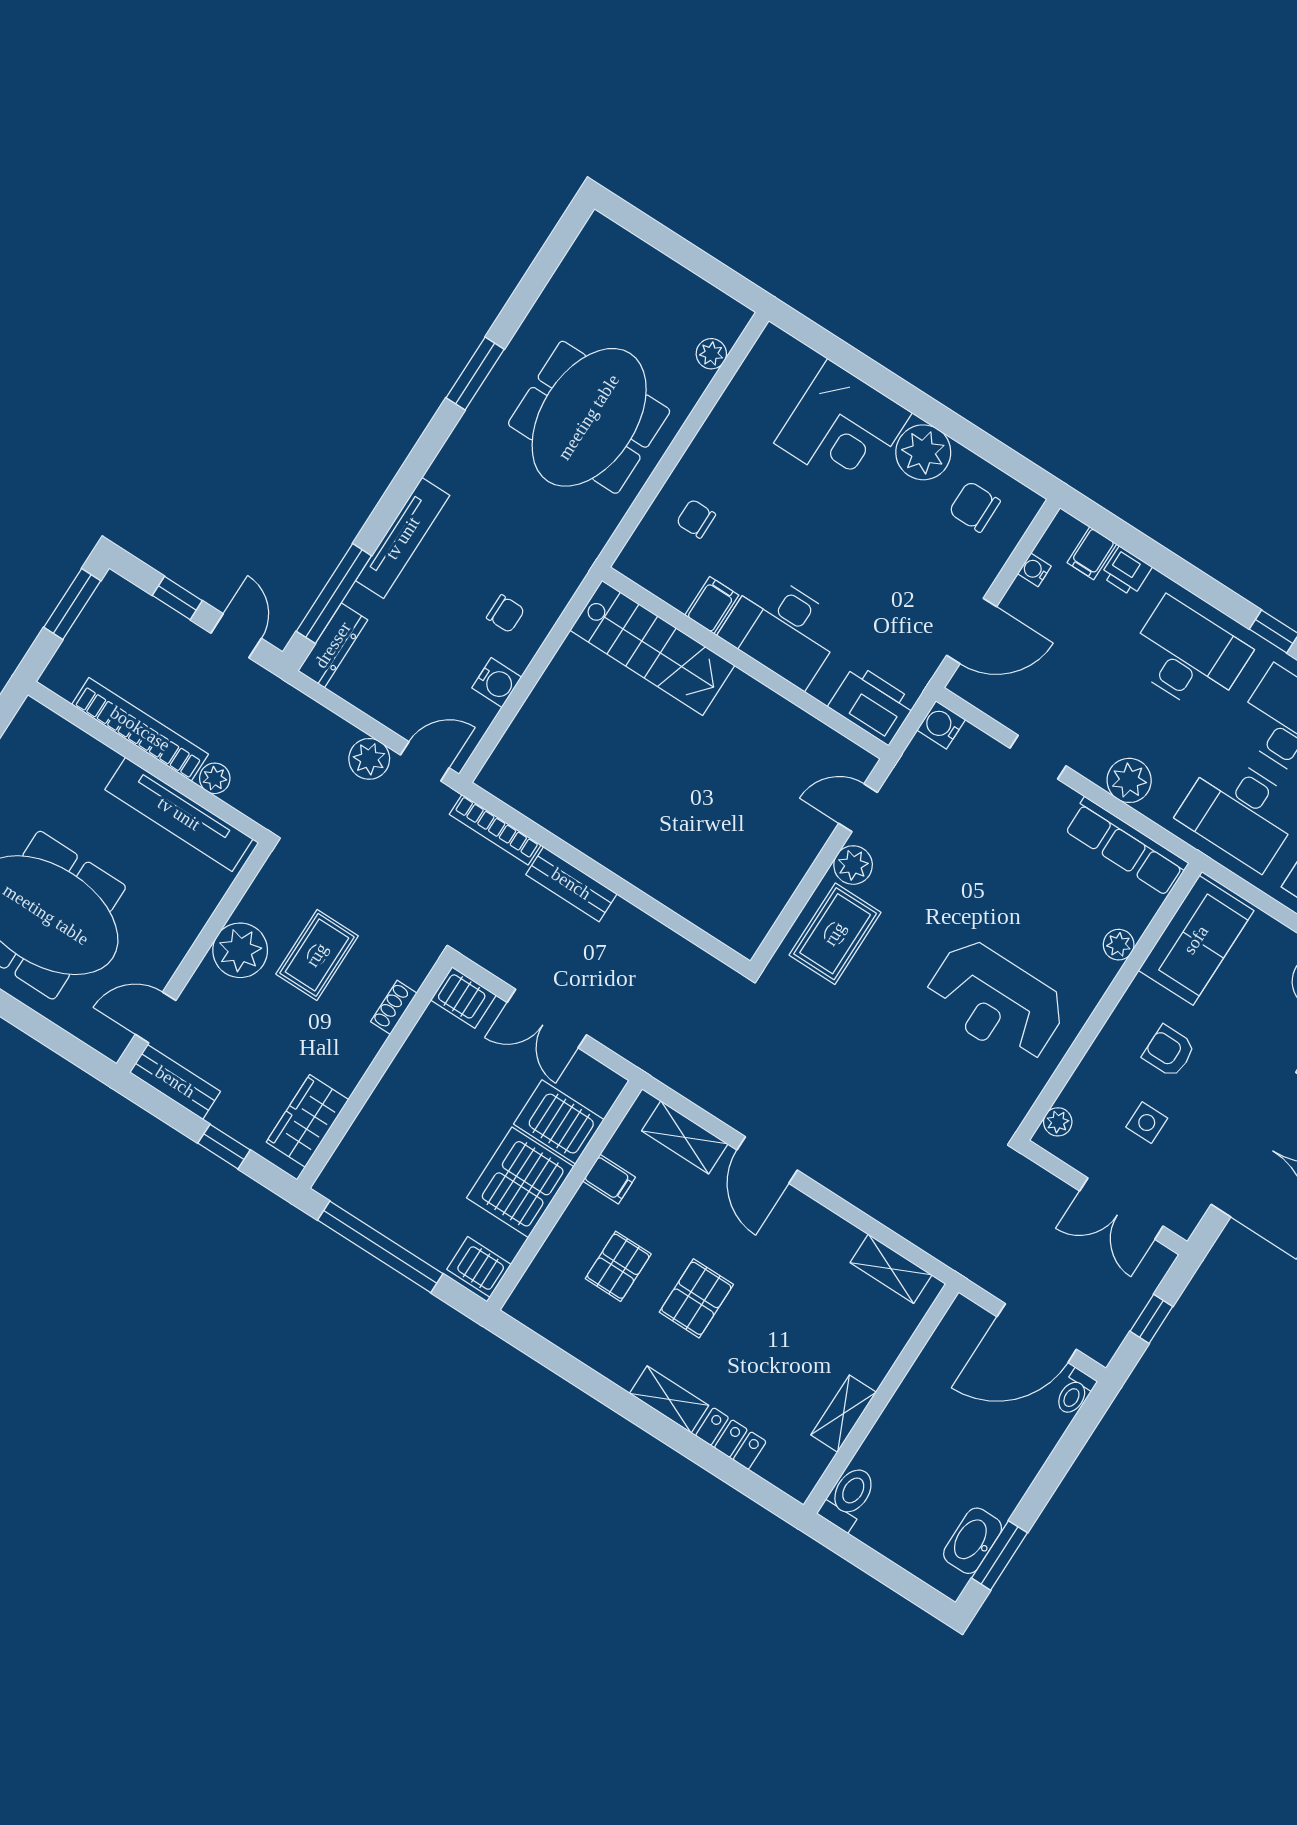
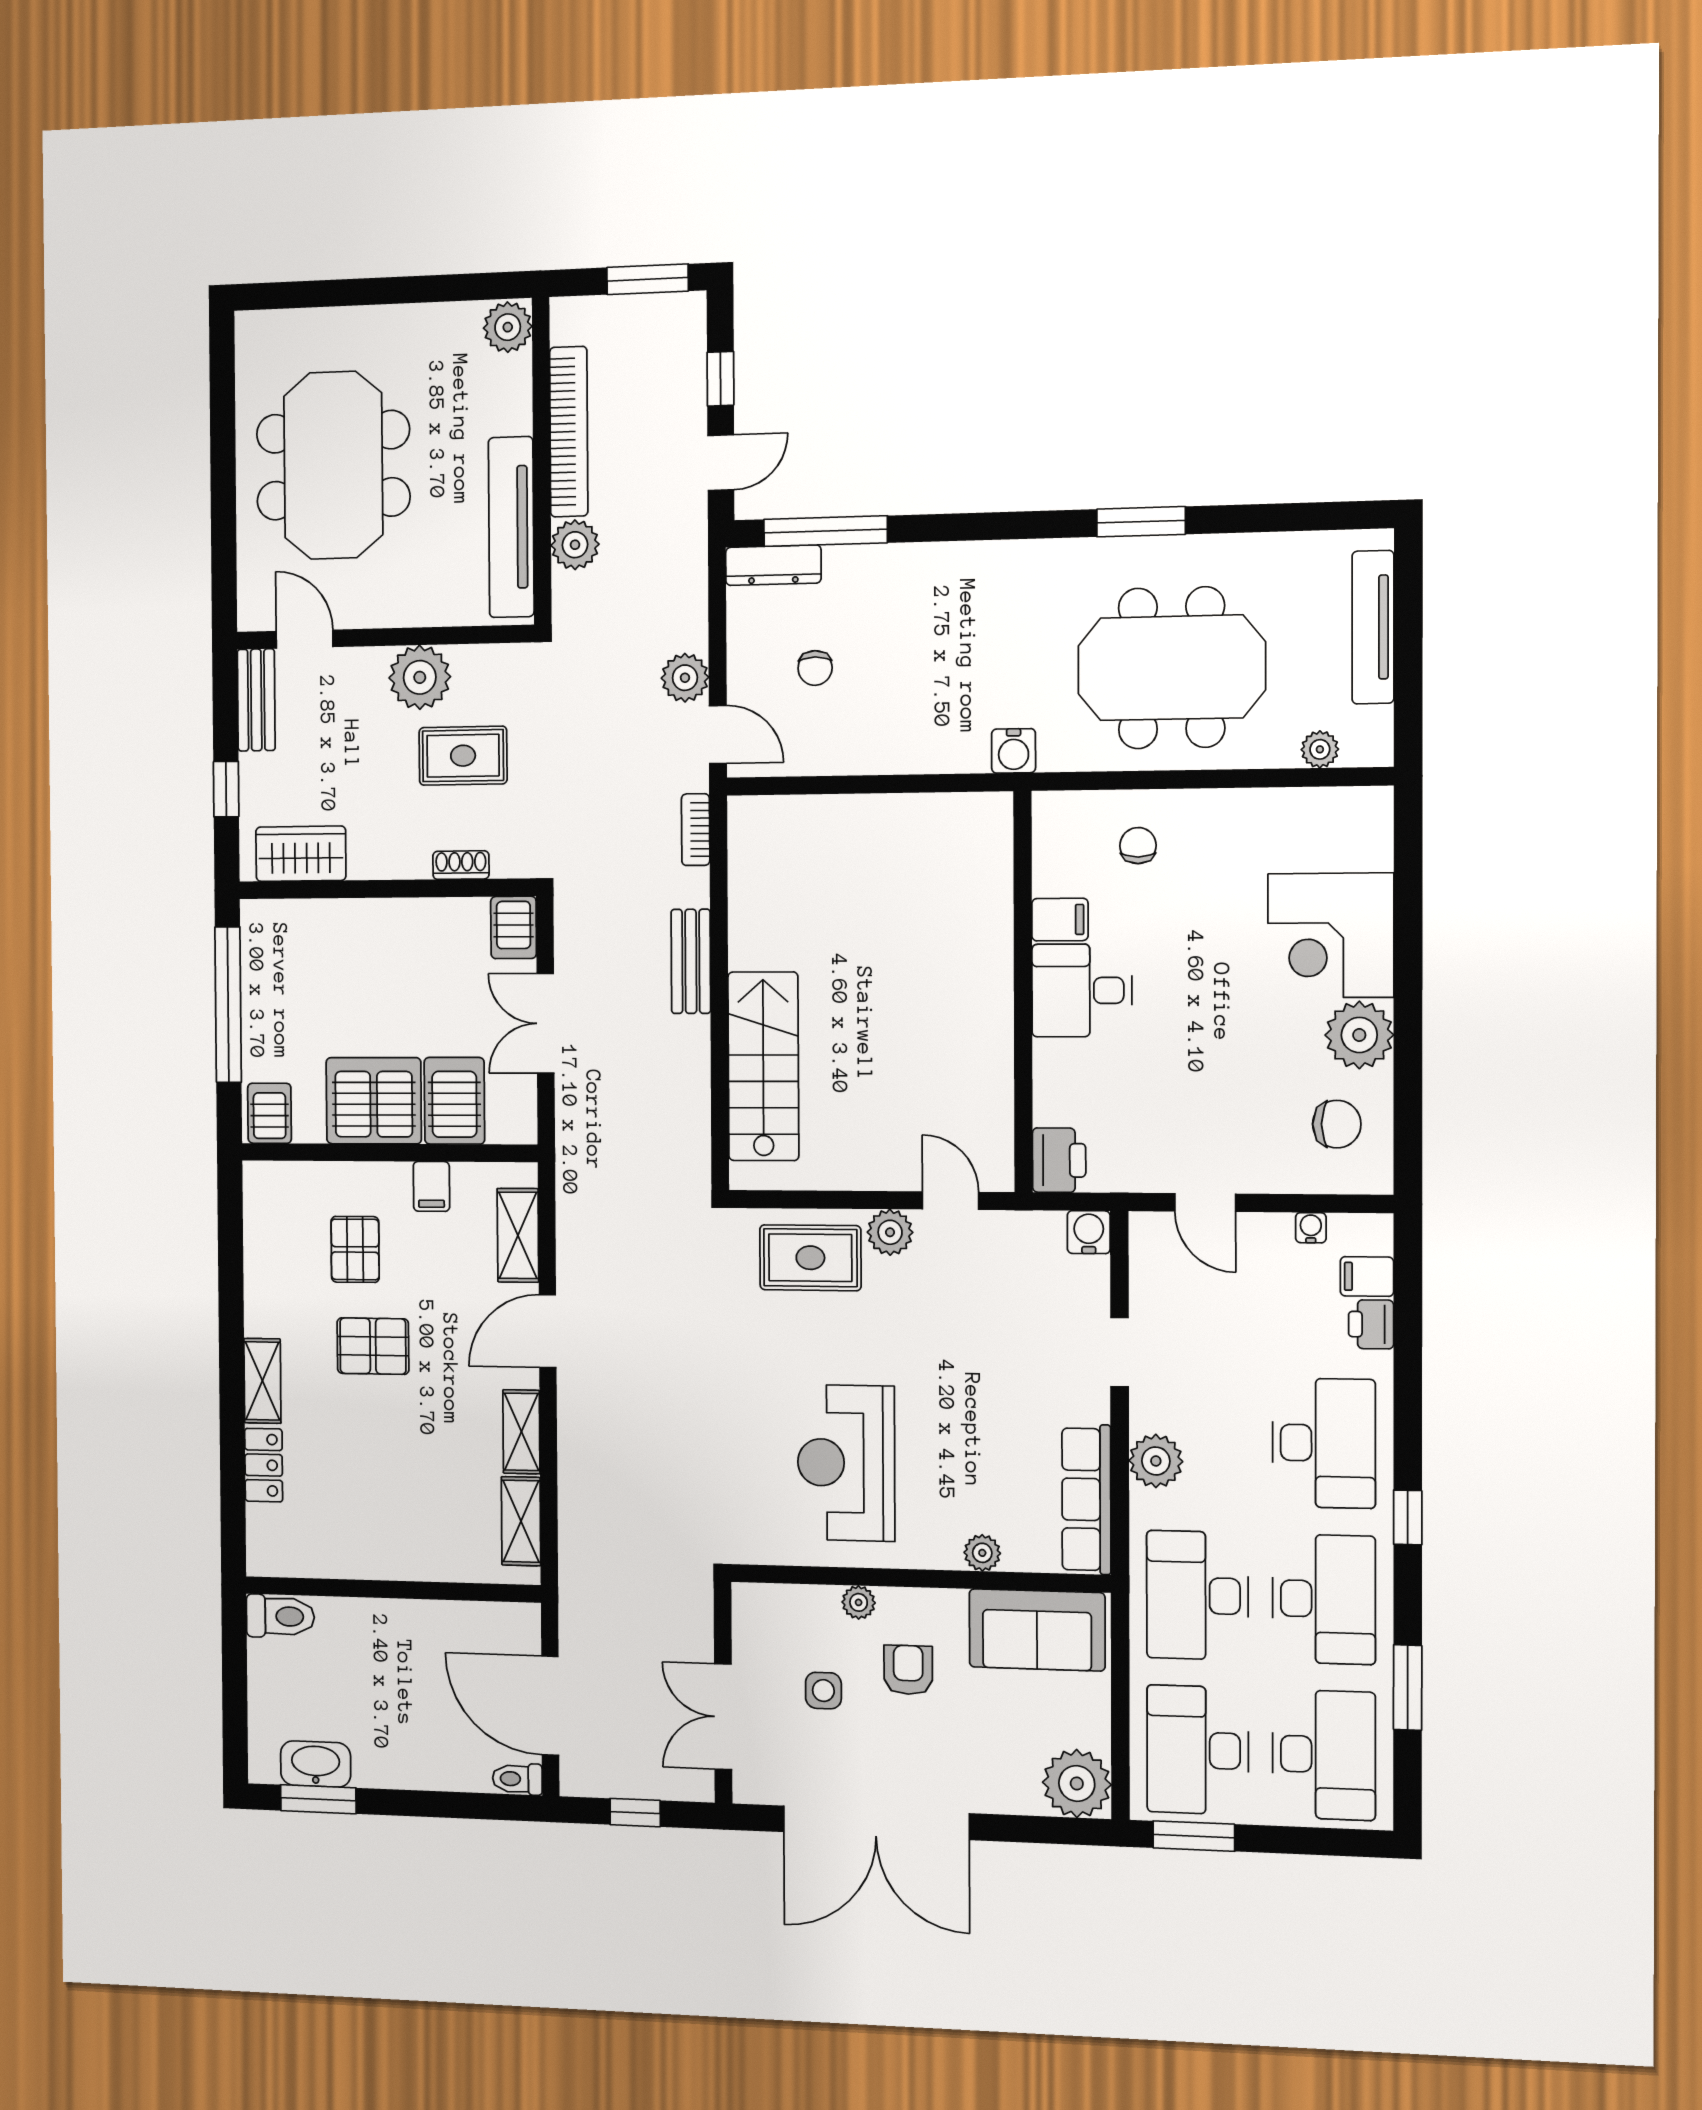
chair: (975, 507) -> (1337, 1124), turned 90
tv unit: (403, 538) -> (1373, 627), moved, turned 90
chair: (506, 614) -> (815, 668), moved
desk: (783, 629) -> (1082, 990), width x0.73
door: (972, 631) -> (1205, 1203), width x0.73
stairs: (652, 648) -> (763, 1066), moved, turned 180
water cooler: (497, 682) -> (1014, 751), moved
printer: (872, 704) -> (1059, 1160), width x0.73, depth x0.84
plant: (36, 725) -> (508, 327), added
plant: (215, 778) -> (575, 545), width x1.38, depth x1.38
bookcase: (495, 830) -> (696, 830), width x0.64
plant: (1058, 1122) -> (859, 1602), moved
pallet: (618, 1266) -> (355, 1249), turned 90
shelving: (843, 1414) -> (521, 1432), moved, turned 90

